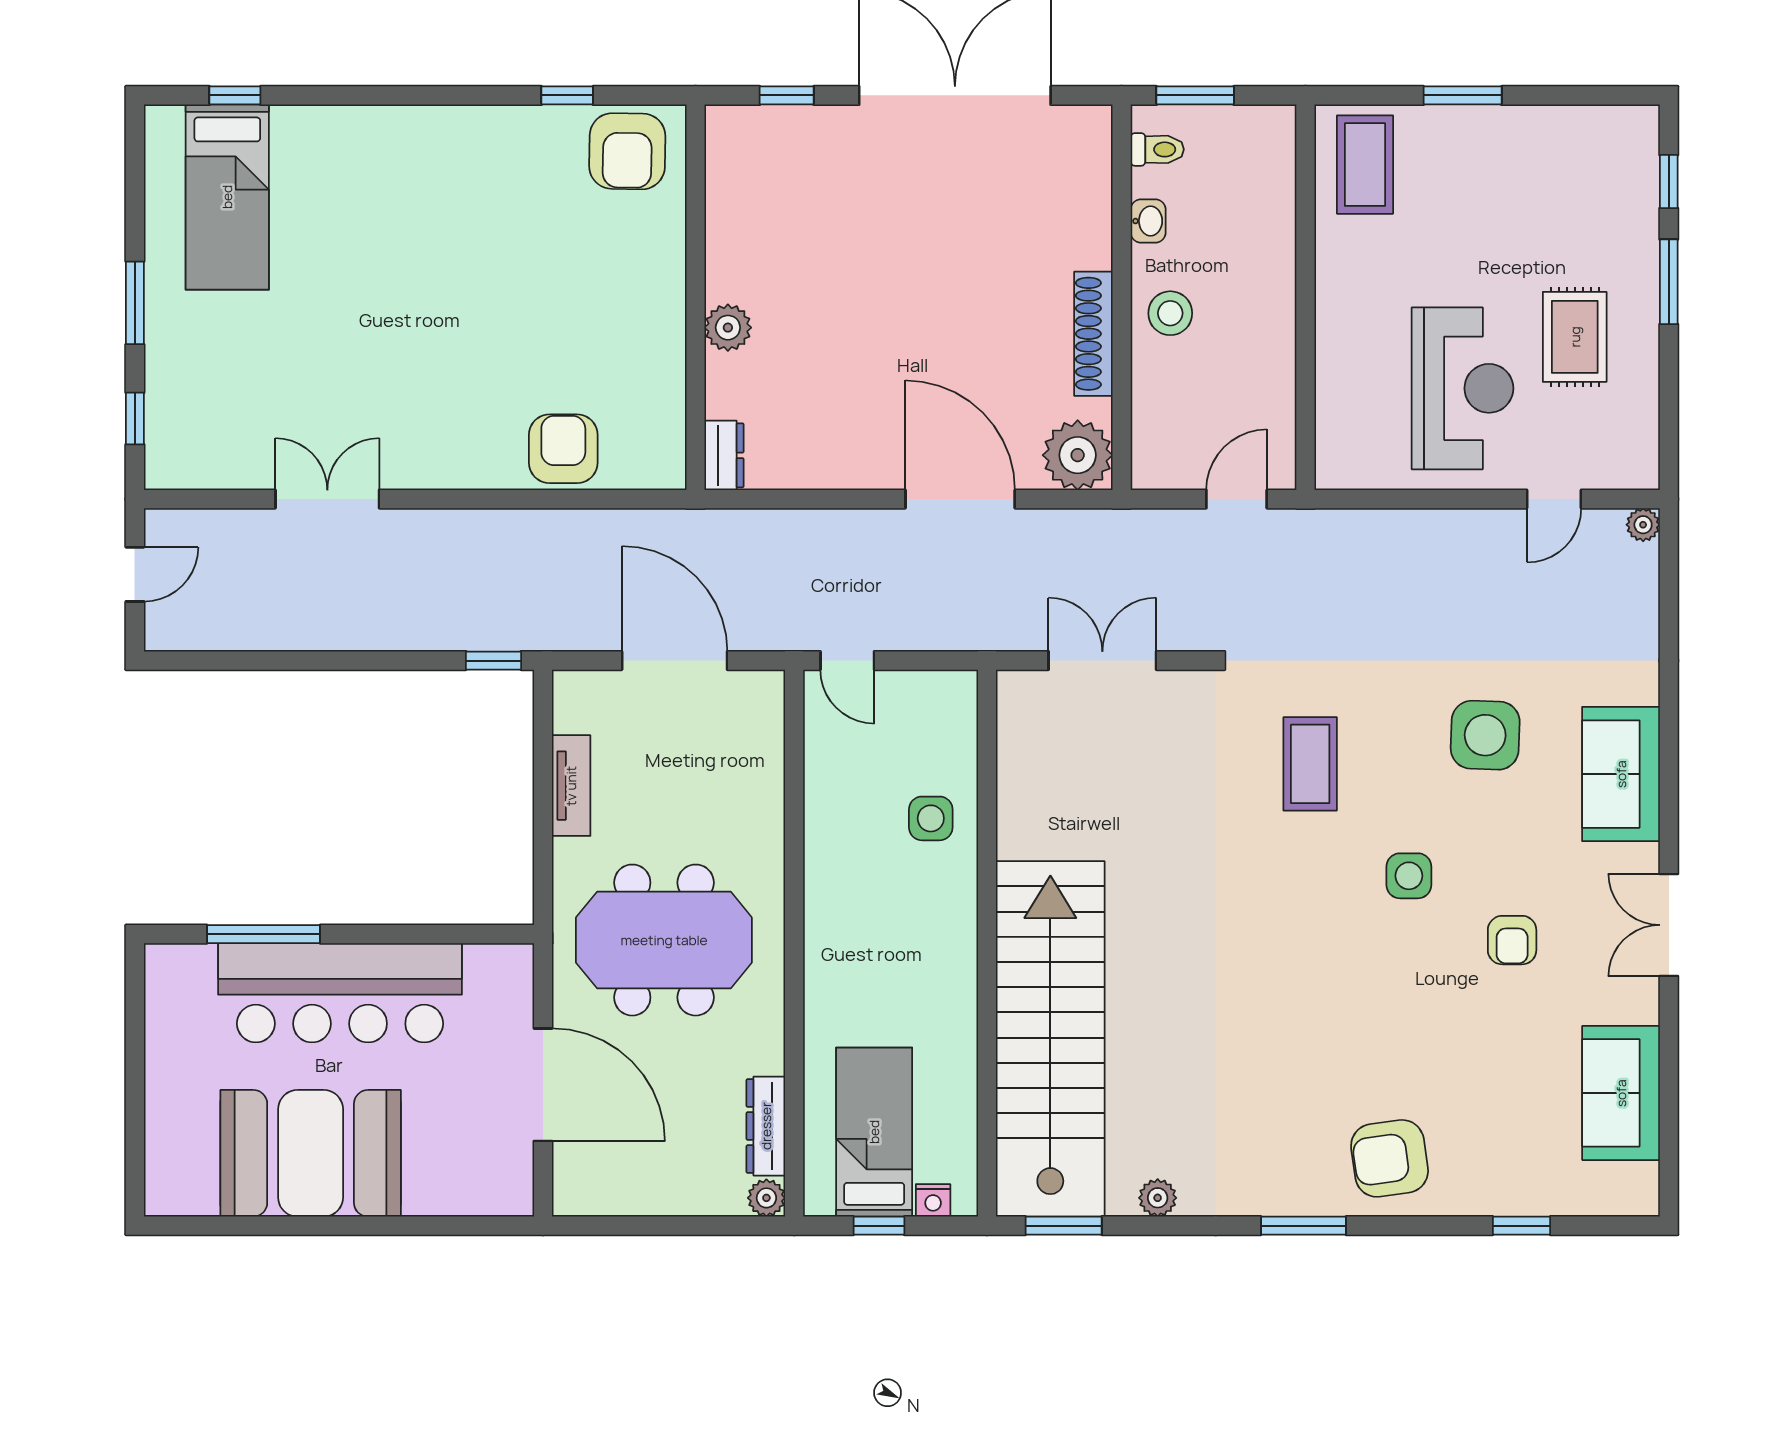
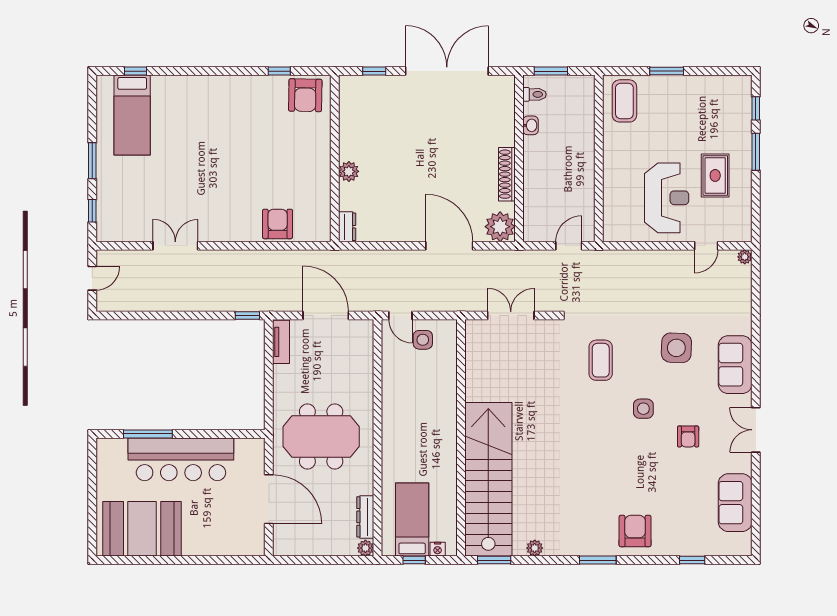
stool: (1170, 313) -> (540, 165), removed
tv unit: (571, 786) -> (281, 342), moved
side table: (931, 818) -> (423, 340), moved
booth: (311, 1153) -> (142, 529), moved
armchair: (1390, 1158) -> (635, 531), turned 98

